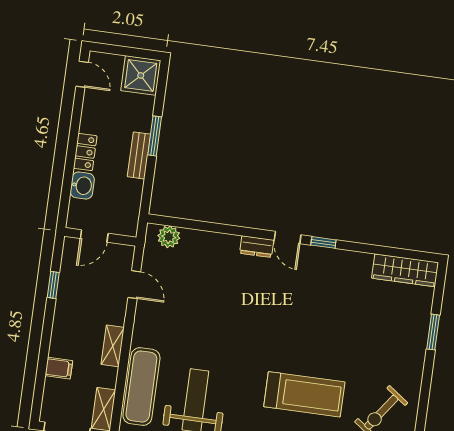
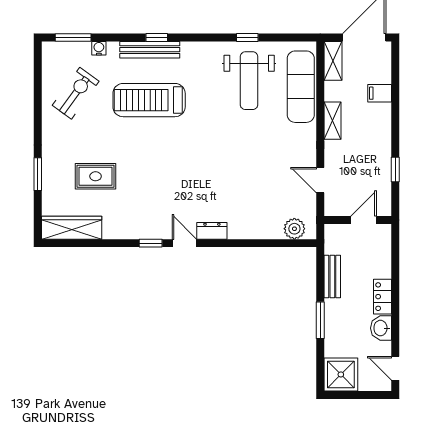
bench: (139, 155) -> (332, 277), moved
washbasin: (82, 186) -> (381, 328), moved
rug: (372, 321) -> (96, 176), added

